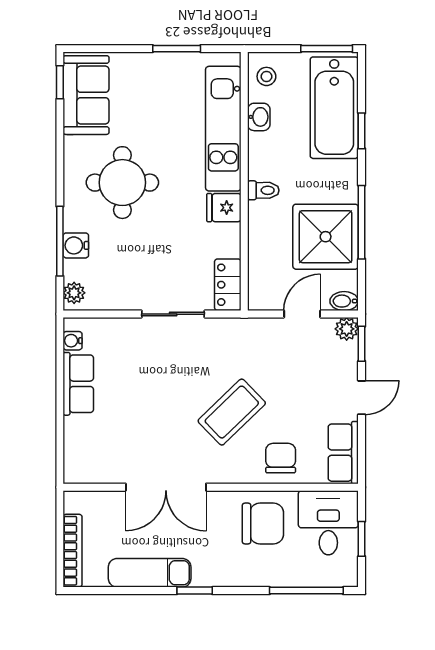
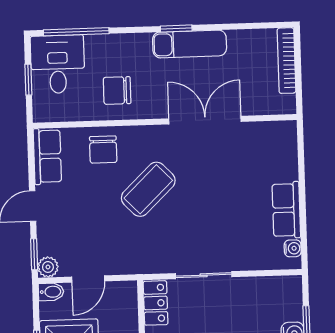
plant: (74, 293) -> (293, 291), removed
chair: (263, 523) -> (117, 90), width x0.73, depth x0.73
desk: (328, 523) -> (58, 64), moved, turned 180
exam couch: (150, 573) -> (190, 44), moved

